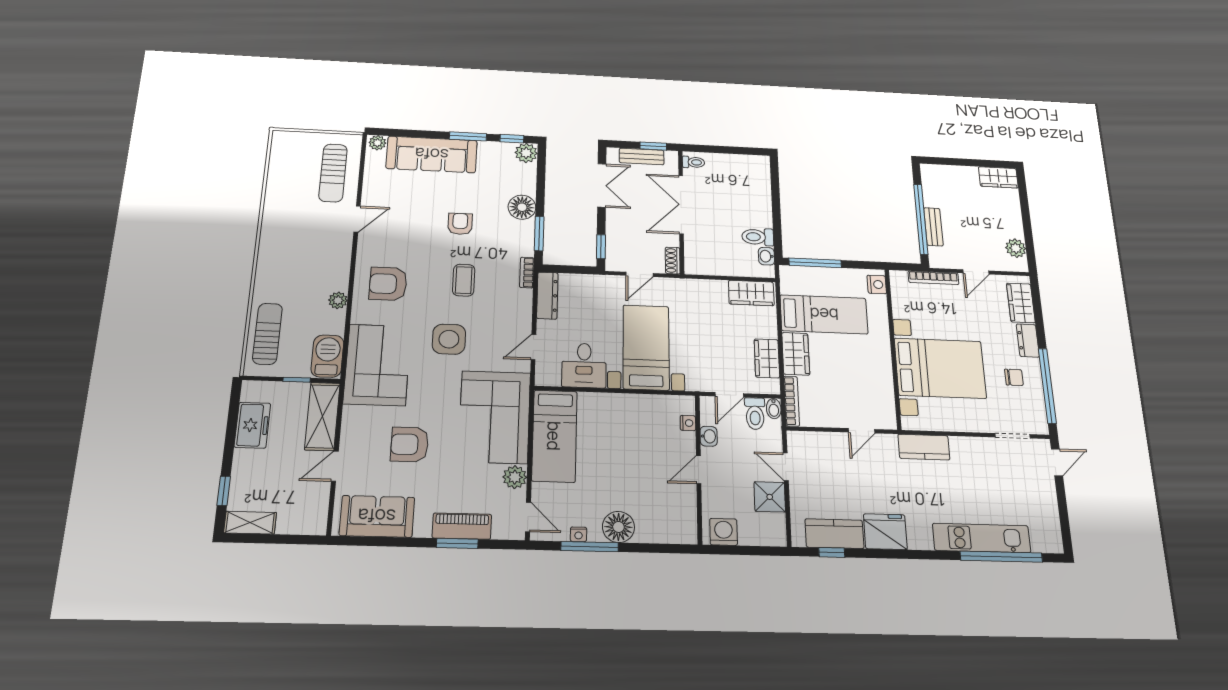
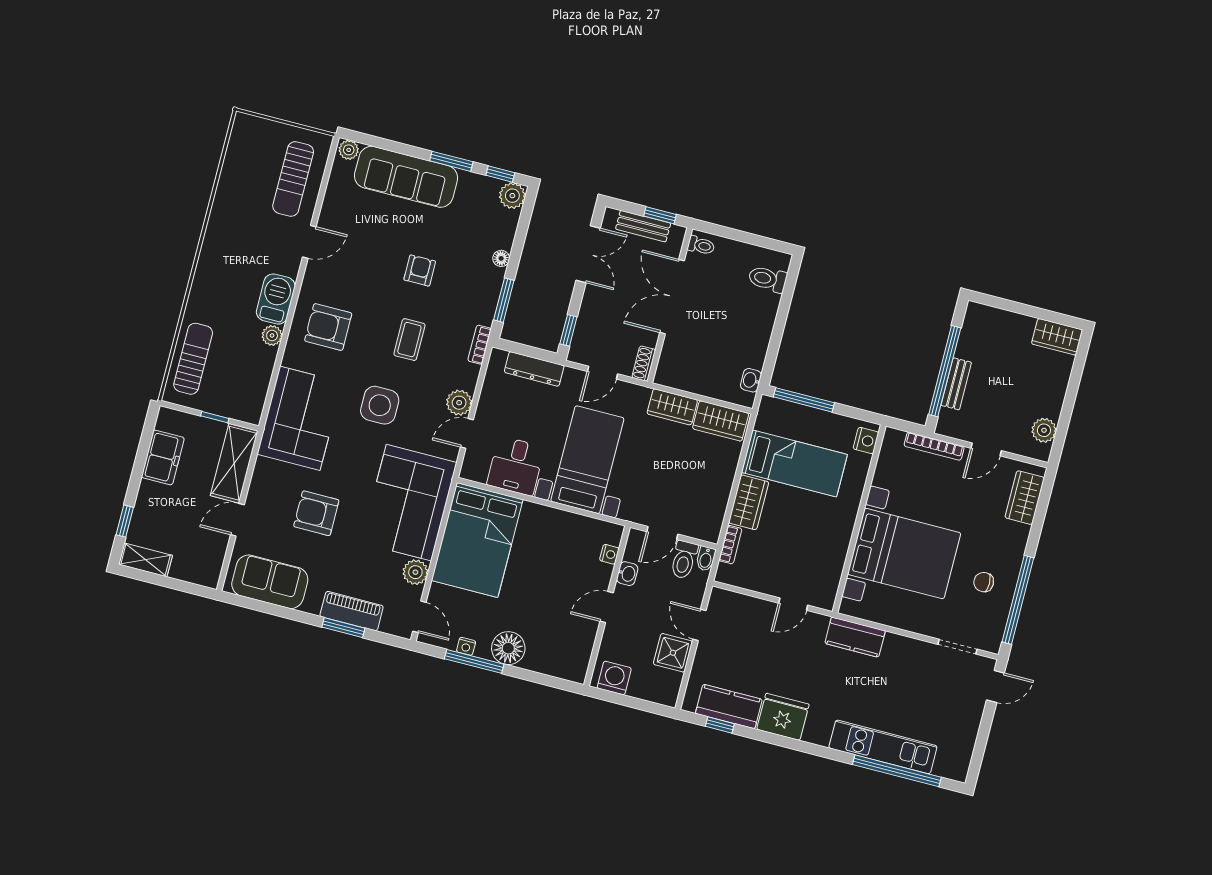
floor lamp: (522, 207) -> (501, 258), width x0.53, depth x0.53
toilet: (758, 237) -> (768, 279), moved
dresser: (547, 296) -> (534, 369), moved, turned 90
plant: (520, 323) -> (459, 403), added
dresser: (1028, 341) -> (1016, 543), removed
barbecue: (327, 356) -> (276, 299), moved
wardrobe: (767, 358) -> (672, 407), moved, turned -90
chair: (1014, 377) -> (984, 582), turned 180
bookcase: (792, 401) -> (730, 545), width x0.64
bed: (554, 436) -> (477, 540), width x1.50

